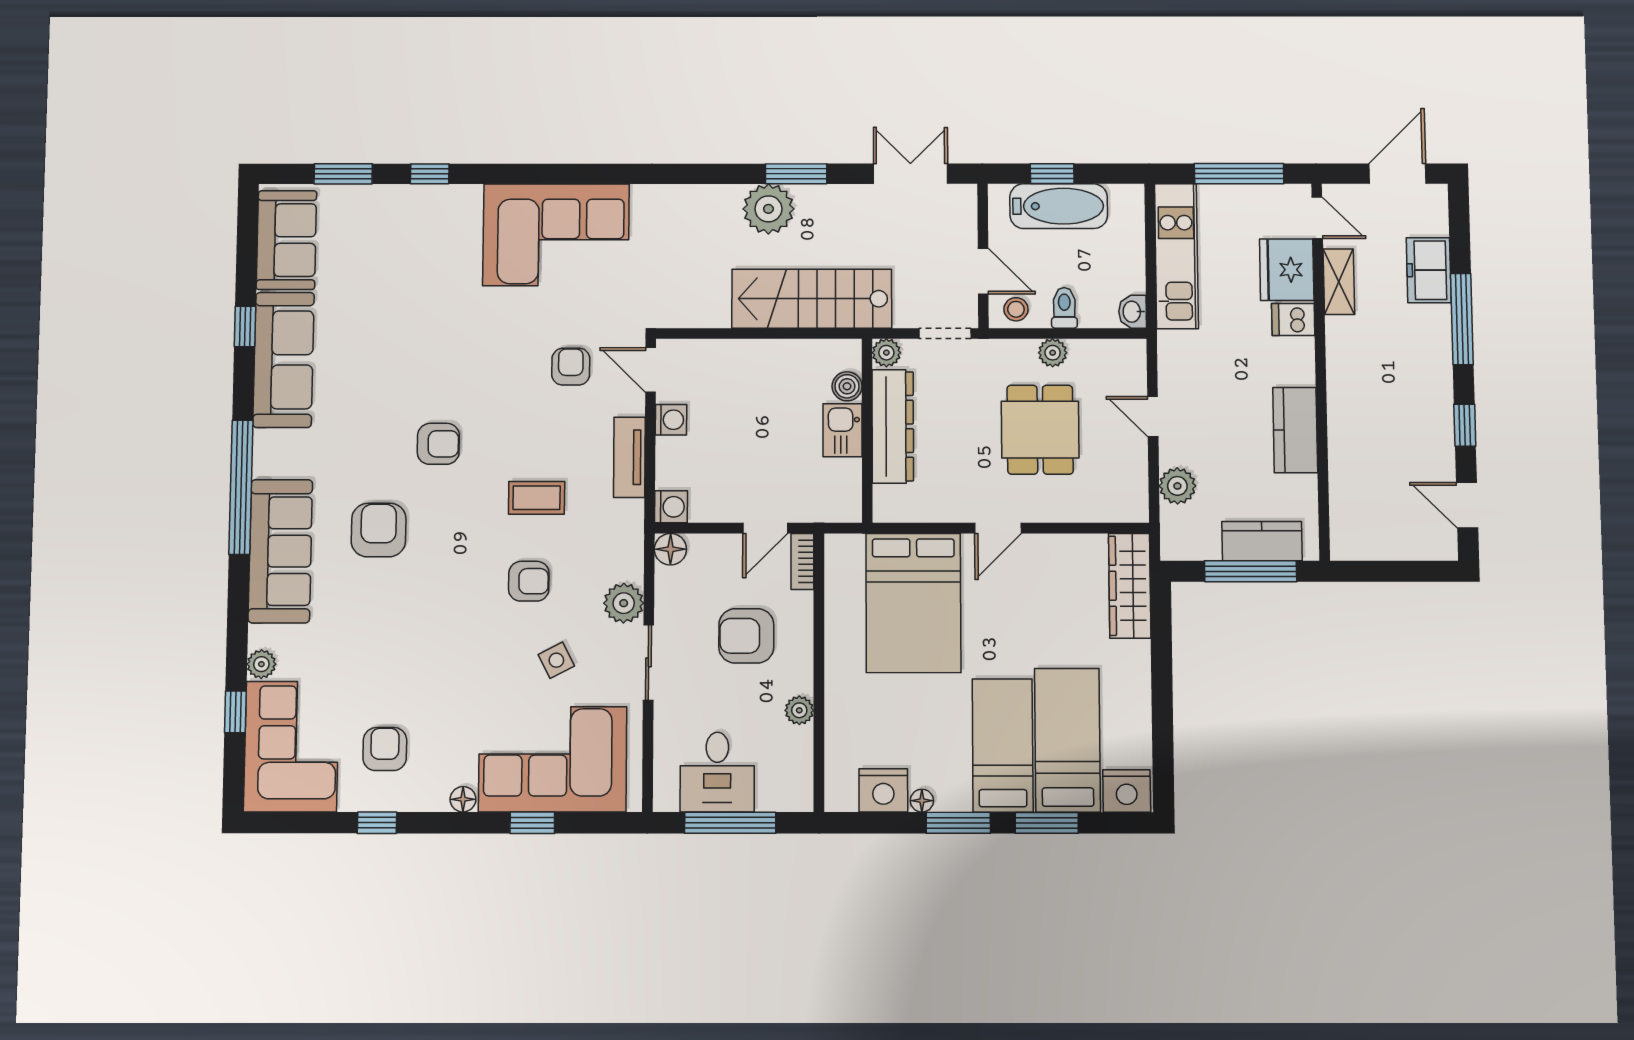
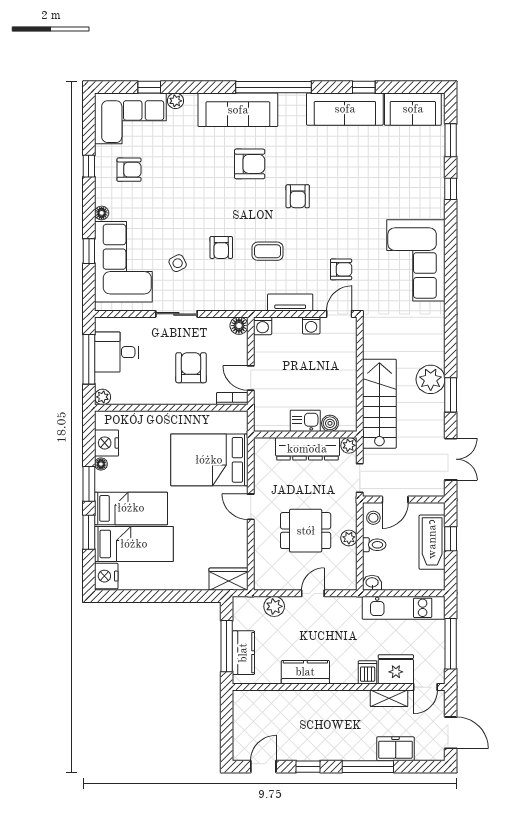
coffee table: (537, 498) -> (268, 251), turned 90
wardrobe: (1130, 586) -> (228, 579), width x0.67
plant: (624, 603) -> (209, 300), removed
plant: (799, 710) -> (103, 397), moved

